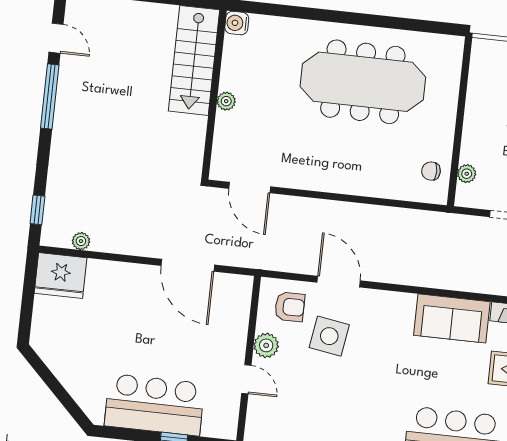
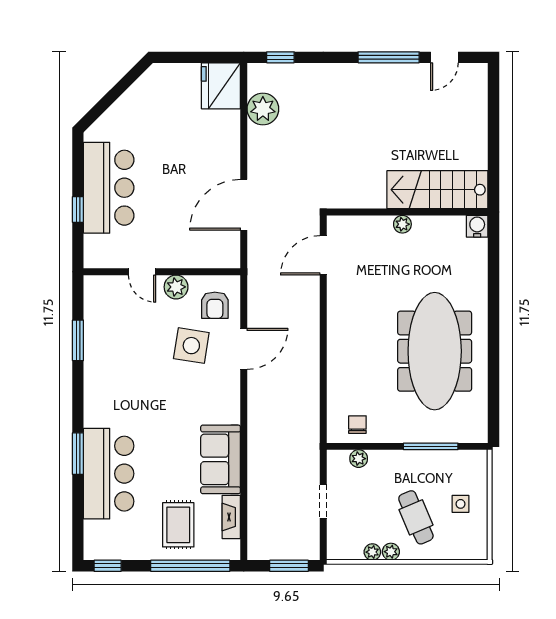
window: (462, 97) -> (431, 446), added
plant: (81, 241) -> (263, 109), width x1.88, depth x1.88
door: (246, 379) -> (142, 272), hinge flipped

